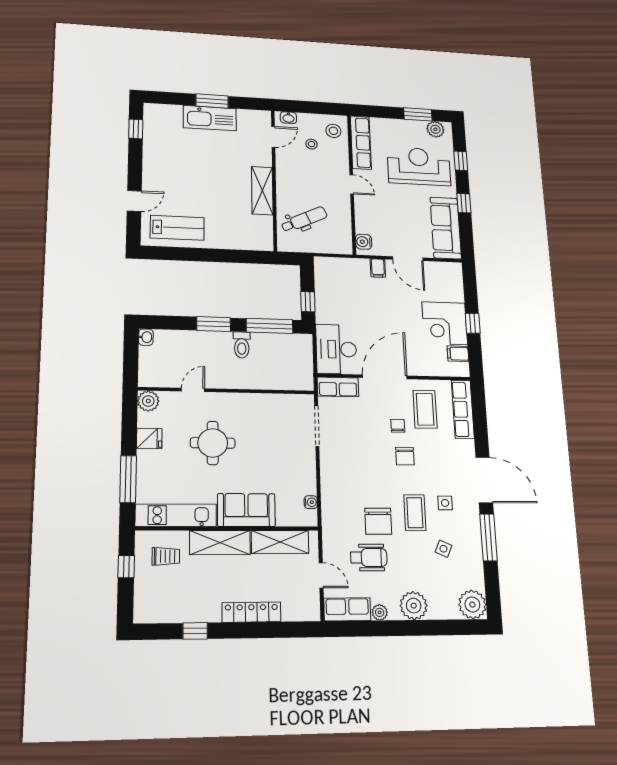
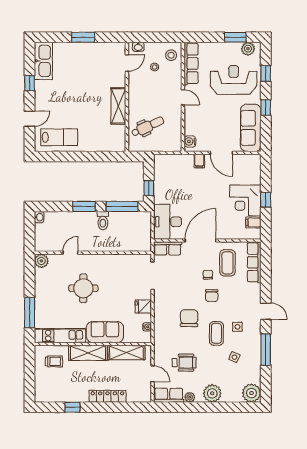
kitchen sink: (210, 118) -> (43, 61), moved, turned -90
window: (136, 129) -> (30, 83), moved
fridge: (149, 439) -> (143, 307), moved, turned 180
door: (484, 480) -> (266, 311), width x0.53
chair: (378, 521) -> (189, 318), moved, turned 180
window: (126, 567) -> (30, 368), removed

